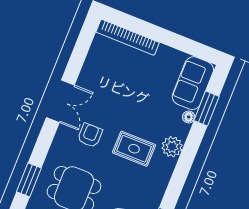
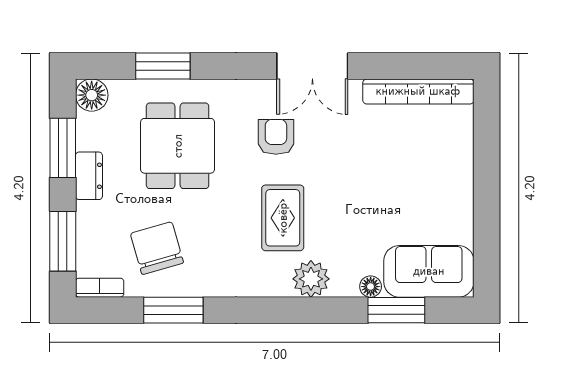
bookcase: (128, 37) -> (418, 91), moved, turned -90
armchair: (90, 135) -> (276, 137), turned -90

